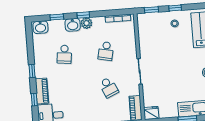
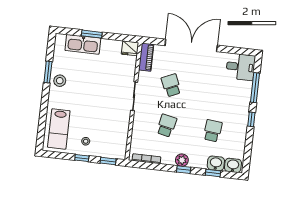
washbasin: (73, 25) -> (216, 163), moved
piano: (42, 91) -> (245, 95), removed
window: (34, 100) -> (255, 88), width x2.17

